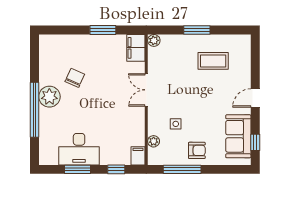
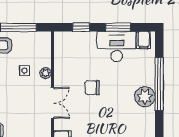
chair: (75, 78) -> (92, 88), moved, turned 66
plant: (154, 141) -> (46, 73), moved
filing cabinet: (138, 156) -> (144, 40), moved

